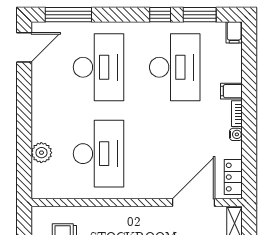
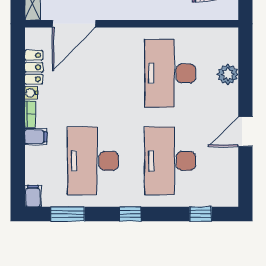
window: (68, 15) -> (201, 214), width x0.46
window: (160, 15) -> (130, 214), moved
door: (24, 47) -> (245, 131), moved
locker: (233, 177) -> (34, 67), moved

